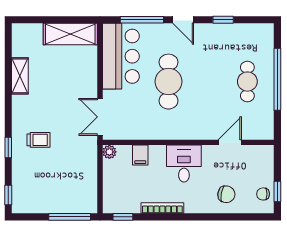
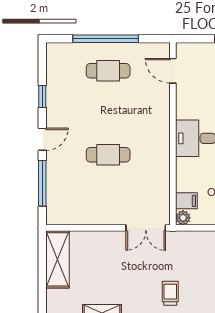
bar counter: (121, 56) -> (81, 206), removed
cafe table: (168, 82) -> (108, 155), width x0.73, depth x0.74
door: (230, 142) -> (173, 71), moved
filing cabinet: (140, 155) -> (186, 201), moved

